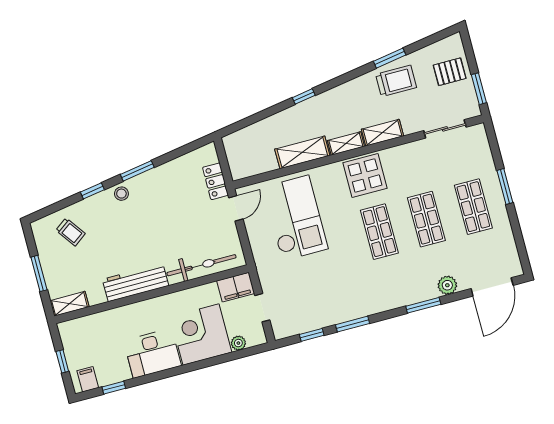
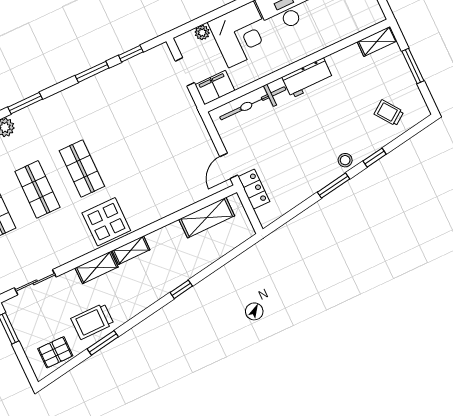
pallet: (450, 72) -> (55, 352), moved
shelving: (302, 152) -> (207, 218), moved
checkout: (295, 218) -> (168, 167), removed
workbench: (135, 282) -> (307, 78), width x0.73

